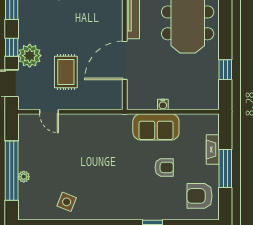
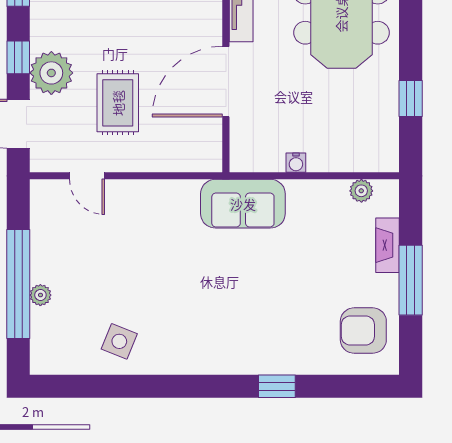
plant: (198, 120) -> (361, 191), added
sofa: (156, 127) -> (243, 204), moved
armchair: (164, 167) -> (298, 278), removed

